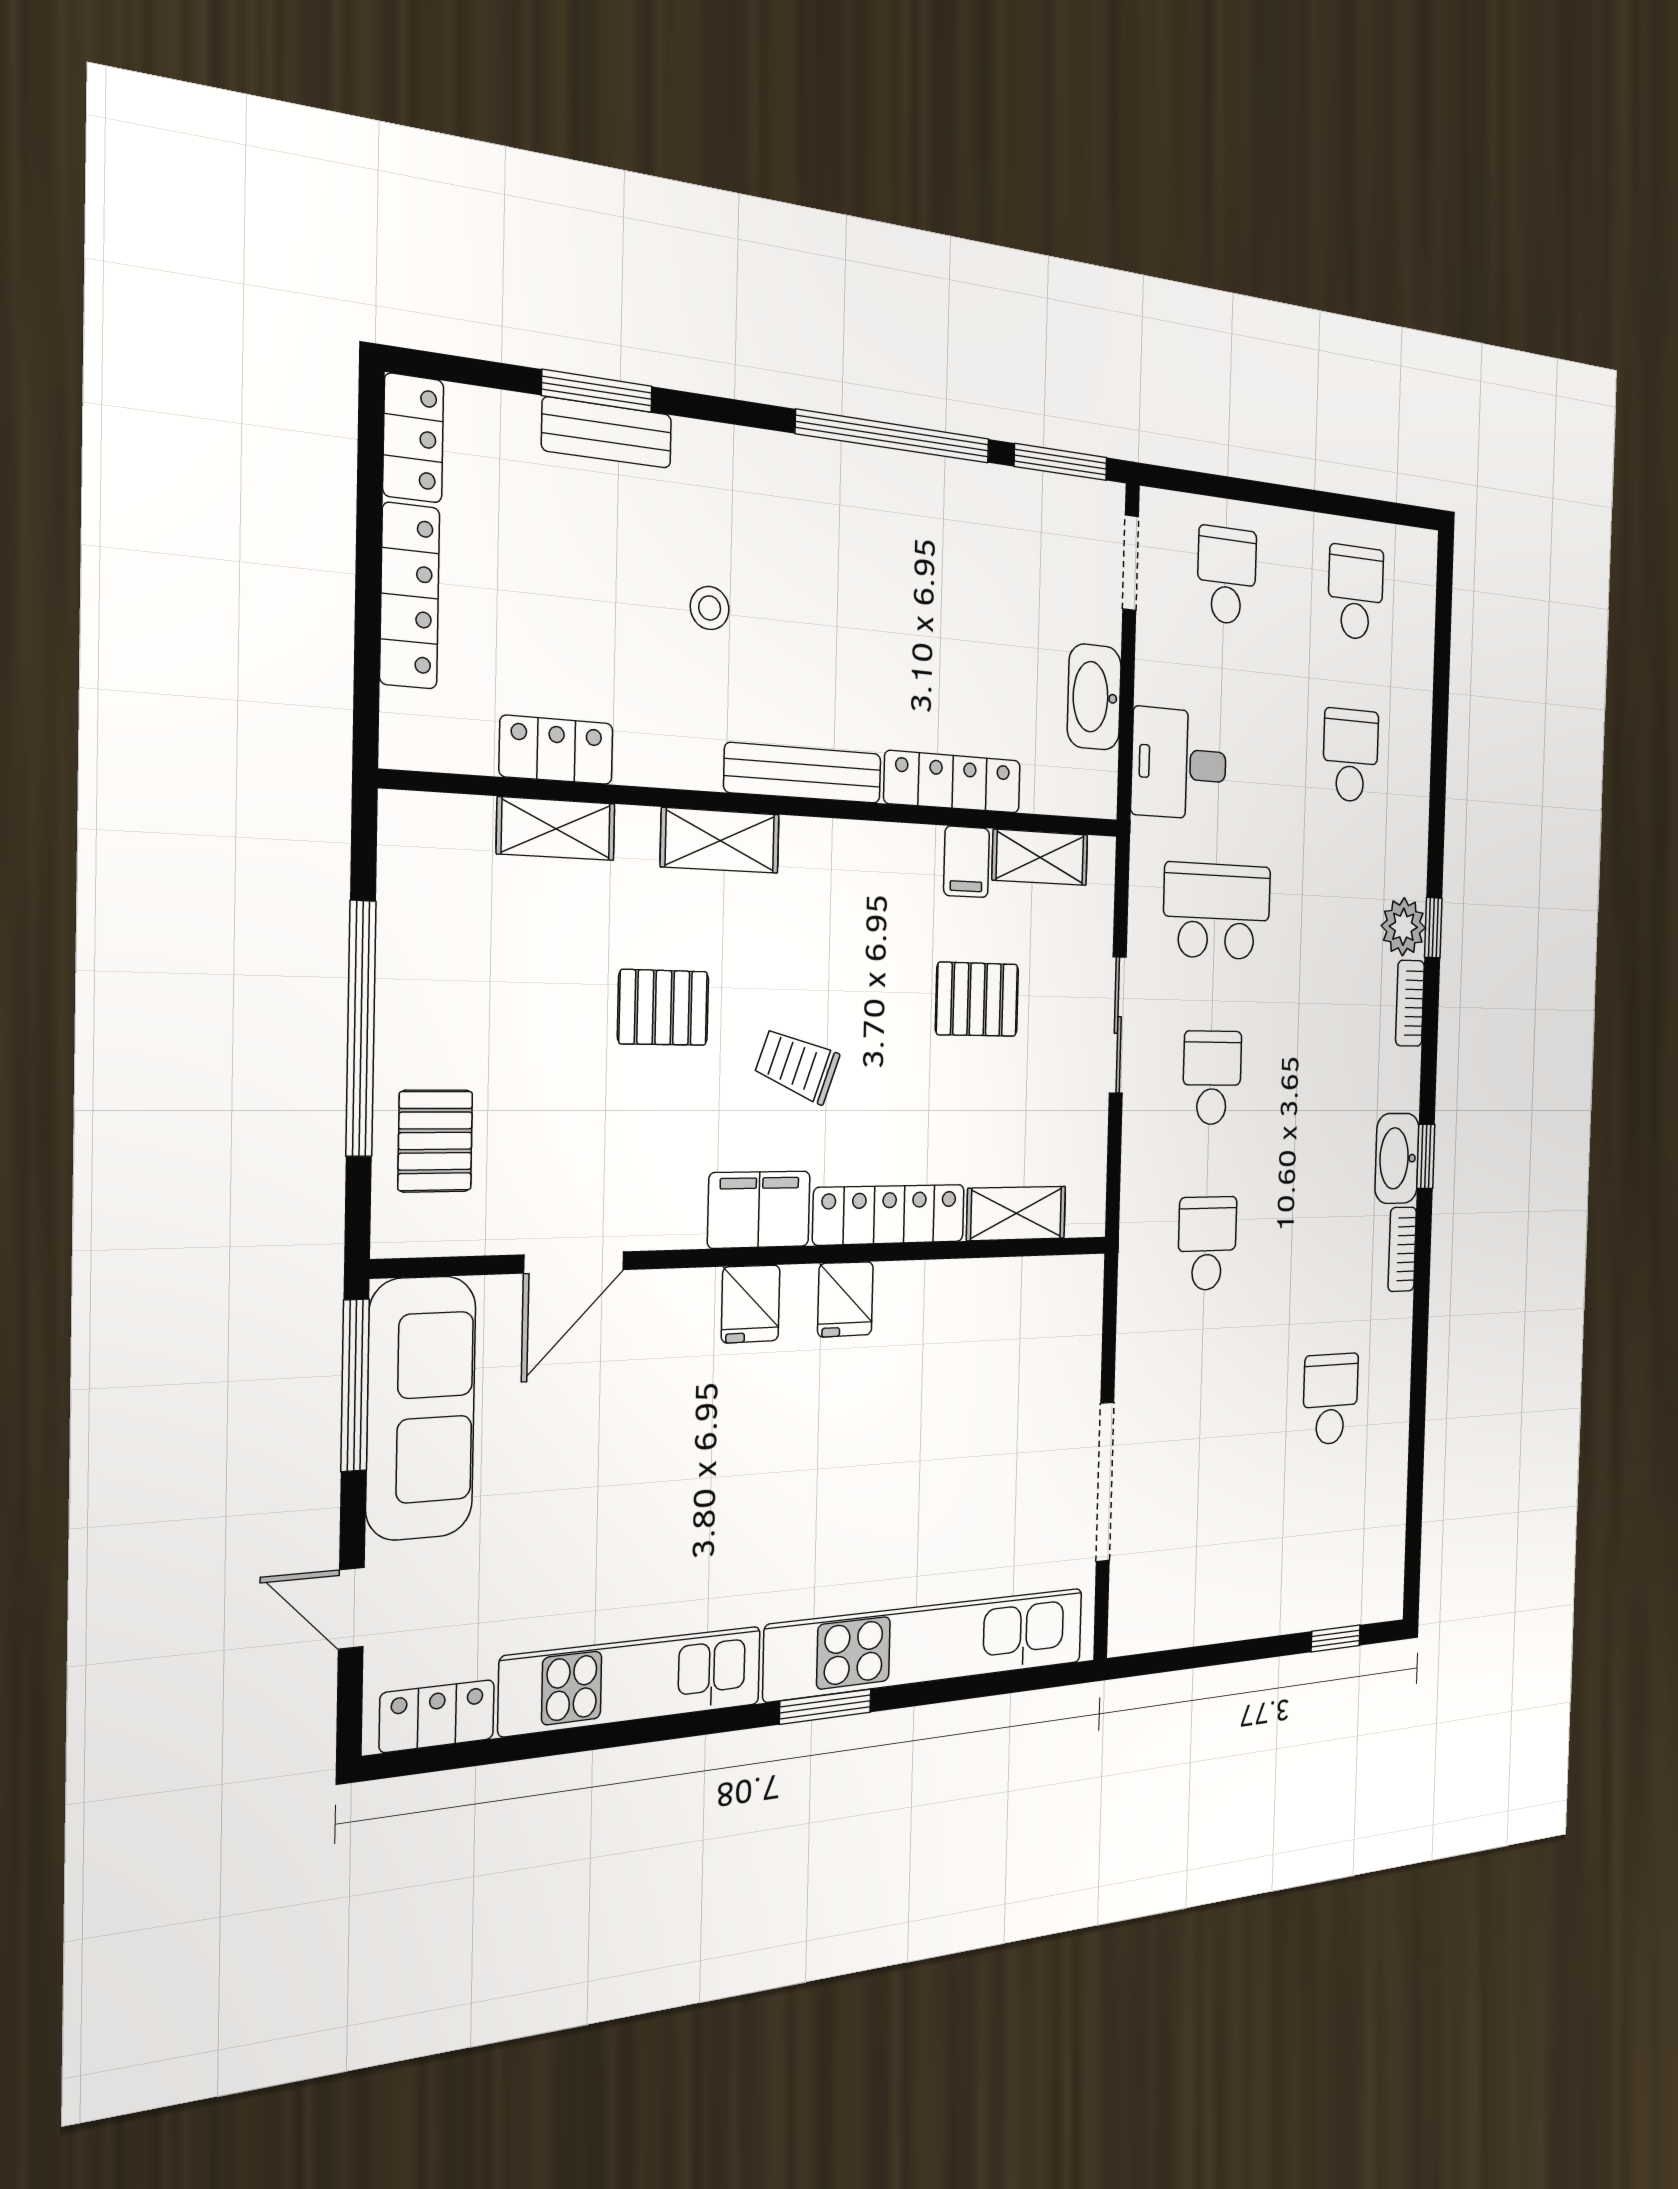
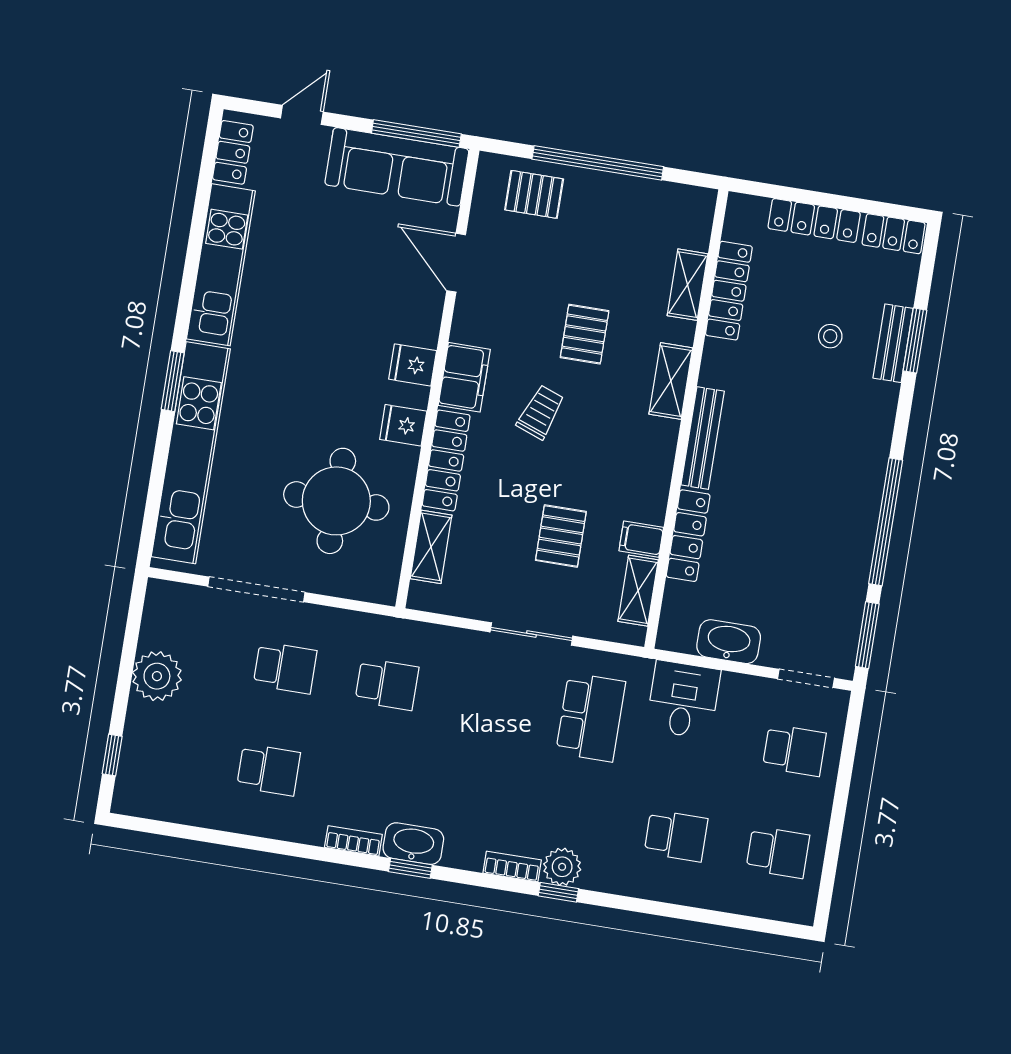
stool: (710, 608) -> (830, 336), moved
locker: (556, 750) -> (729, 291), width x1.53
school desk: (1212, 1078) -> (285, 668), moved
round table: (969, 1385) -> (336, 501), added
plant: (1233, 1603) -> (157, 676), added

